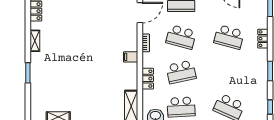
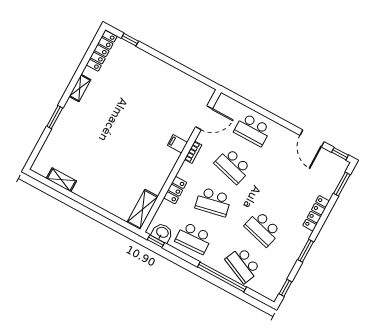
school desk: (229, 37) -> (263, 229), moved
locker: (263, 39) -> (316, 213), width x1.53
filing cabinet: (131, 57) -> (177, 144), moved

